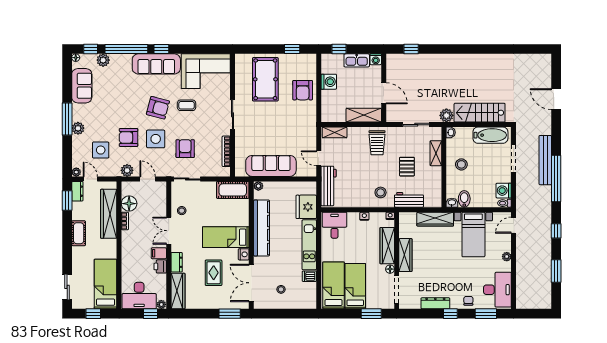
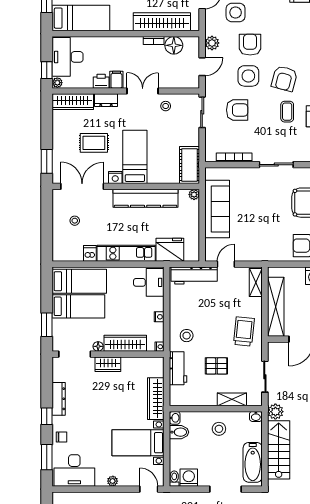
shelving: (364, 115) -> (276, 307), width x1.47
trolley: (377, 143) -> (244, 331), turned 96
wardrobe: (405, 255) -> (108, 364), width x0.67

